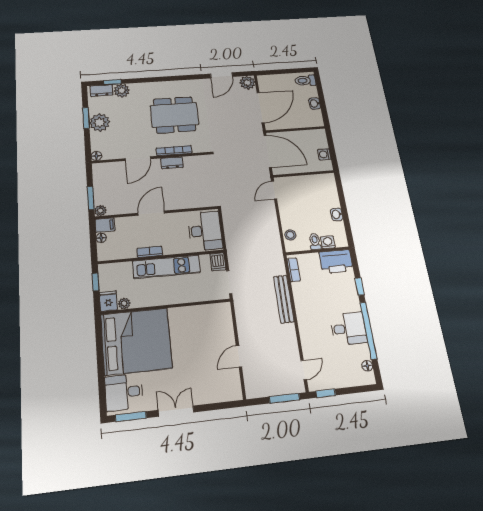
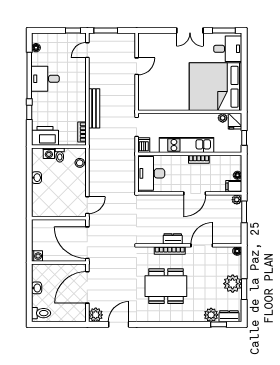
washing machine: (324, 154) -> (37, 256), moved

